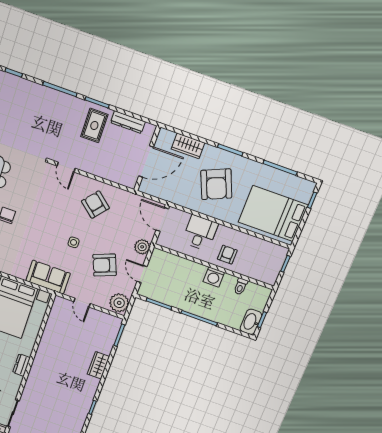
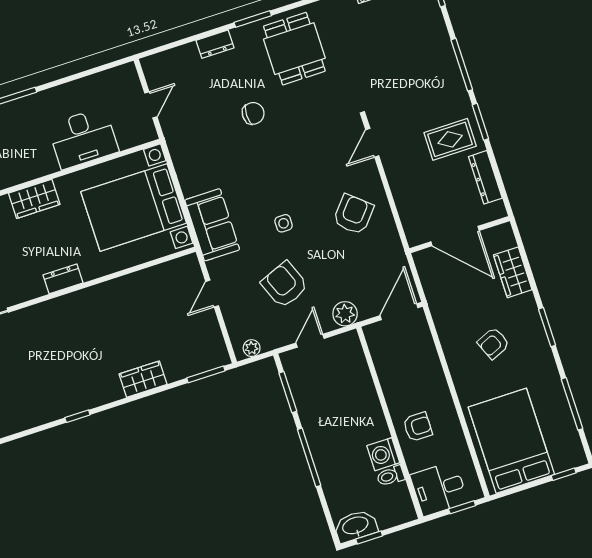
armchair: (216, 184) -> (493, 343), width x0.53, depth x0.53
desk: (200, 233) -> (439, 489), moved, turned 180
washing machine: (214, 277) -> (383, 454), moved
plant: (119, 303) -> (252, 348), width x0.53, depth x0.53

